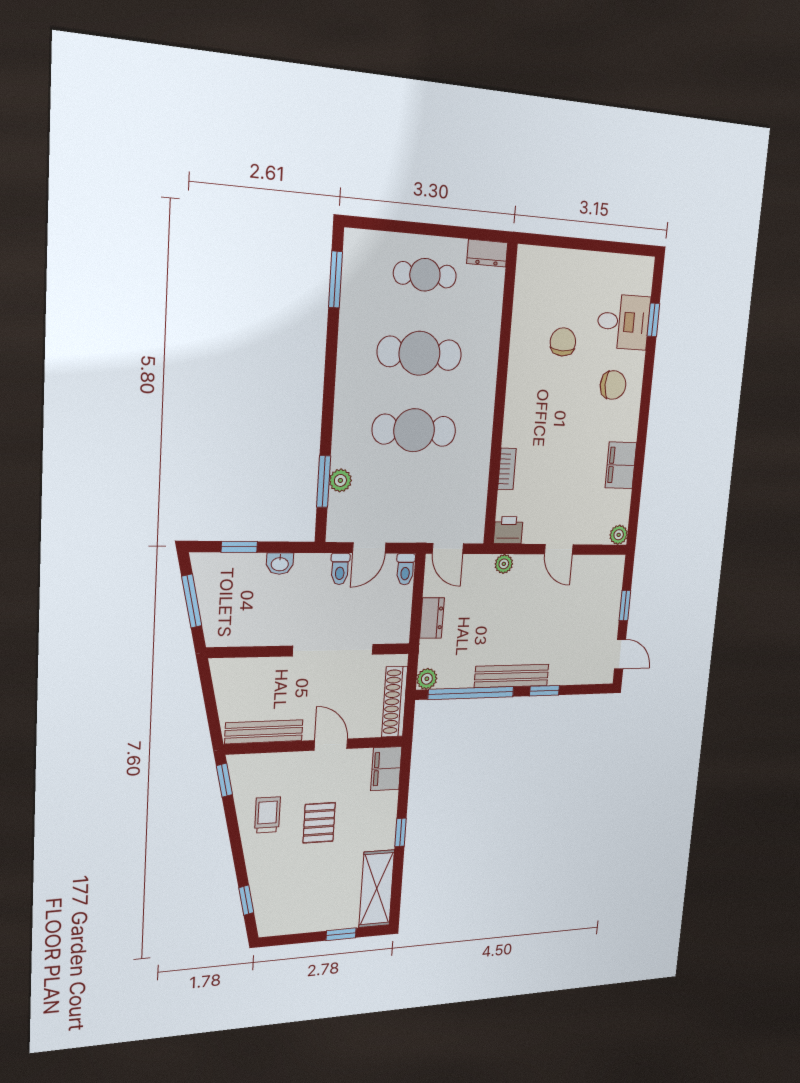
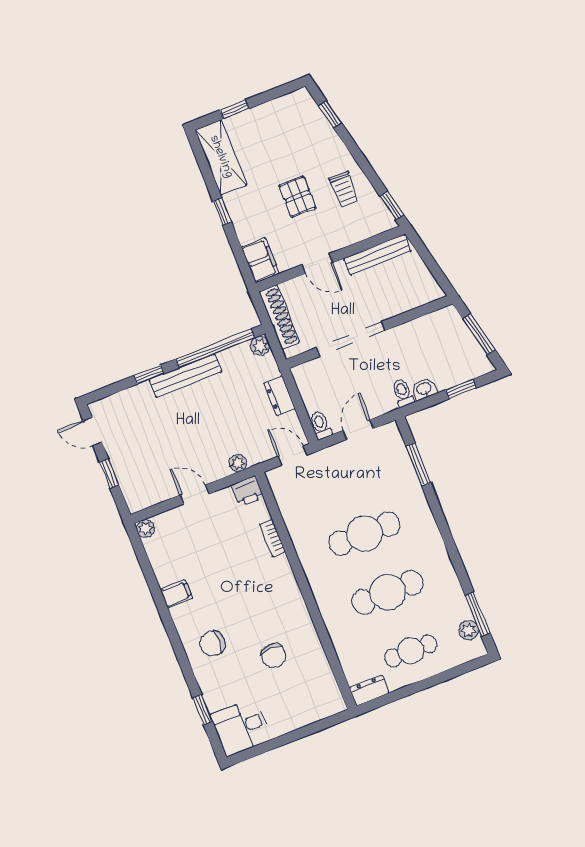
desk: (623, 322) -> (241, 727), moved
filing cabinet: (621, 465) -> (176, 594), width x0.50
plant: (340, 480) -> (469, 630), moved
toilet: (340, 569) -> (403, 393), moved

